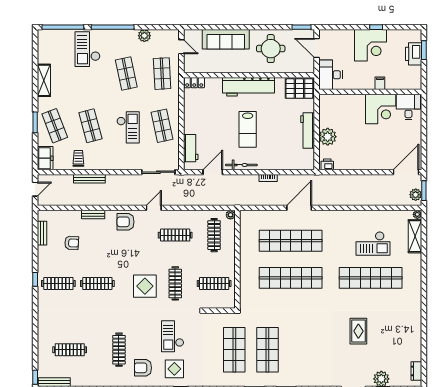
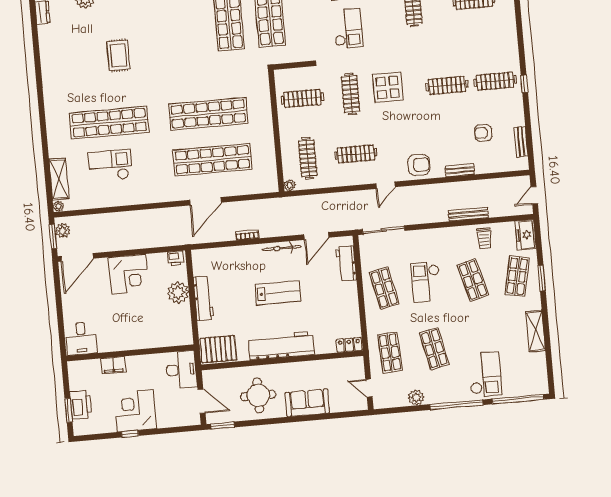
sofa: (226, 39) -> (307, 403), width x0.73
filing cabinet: (380, 83) -> (113, 365), width x2.00
corner desk: (381, 109) -> (128, 274), moved, turned 180
shop shelf: (55, 126) -> (517, 276), turned 33
lab bench: (248, 129) -> (278, 293), turned 90

